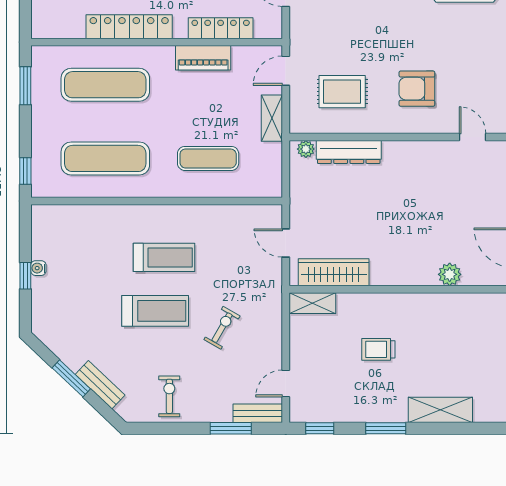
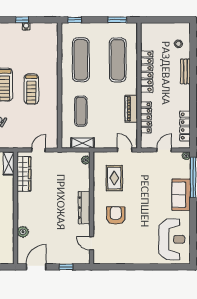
shelving: (272, 118) -> (83, 143), moved
door: (473, 137) -> (92, 243), swing flipped
dresser: (349, 152) -> (84, 208), moved

